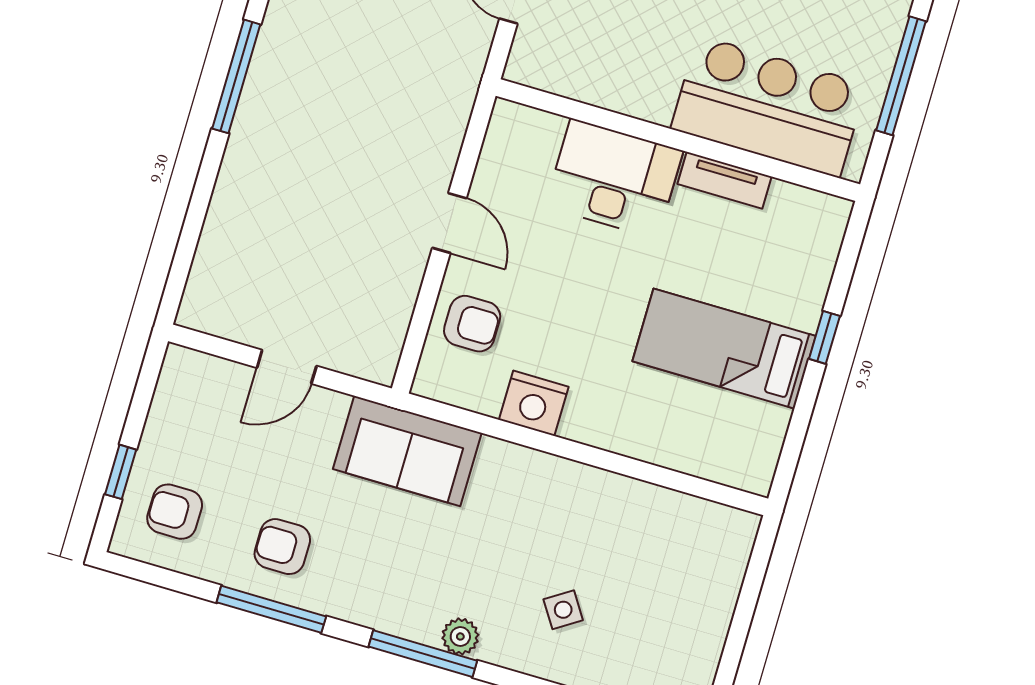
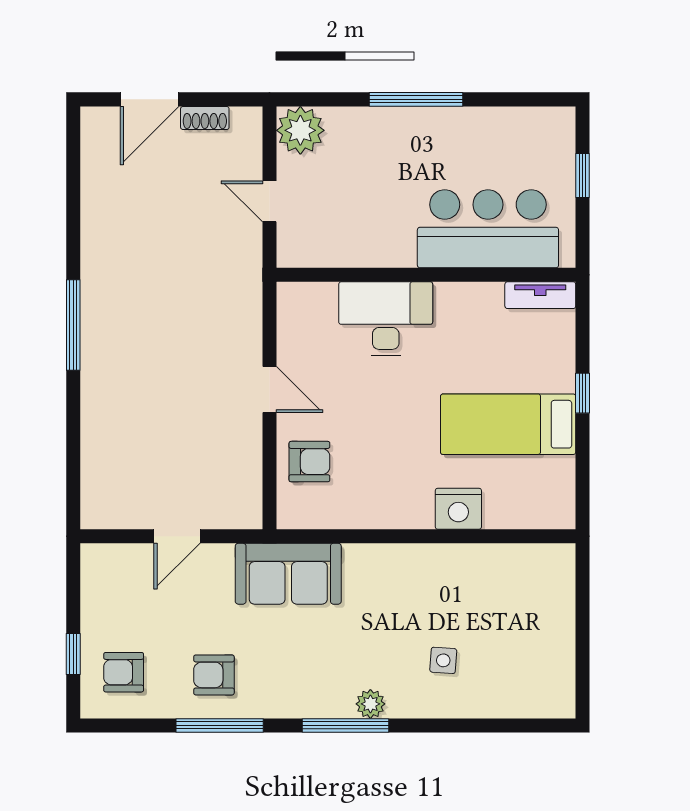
window: (901, 76) -> (582, 176), width x0.46
tv unit: (725, 180) -> (540, 295), moved
nightstand: (534, 403) -> (458, 509), moved
side table: (563, 610) -> (443, 660), turned 37

